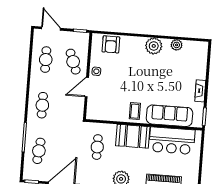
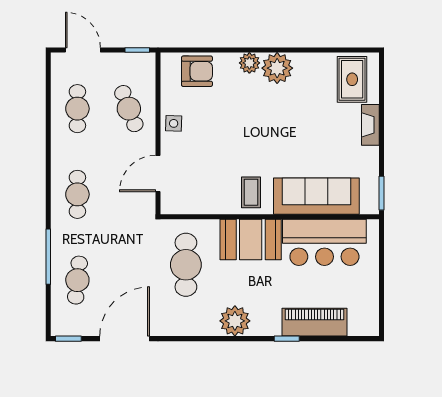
armchair: (111, 44) -> (197, 71), turned -90
plant: (177, 45) -> (249, 63), moved
rug: (193, 55) -> (352, 79), added
door: (87, 87) -> (158, 174), moved
fireplace: (200, 91) -> (370, 125), moved
cafe table: (97, 147) -> (186, 265), width x1.37, depth x1.35

